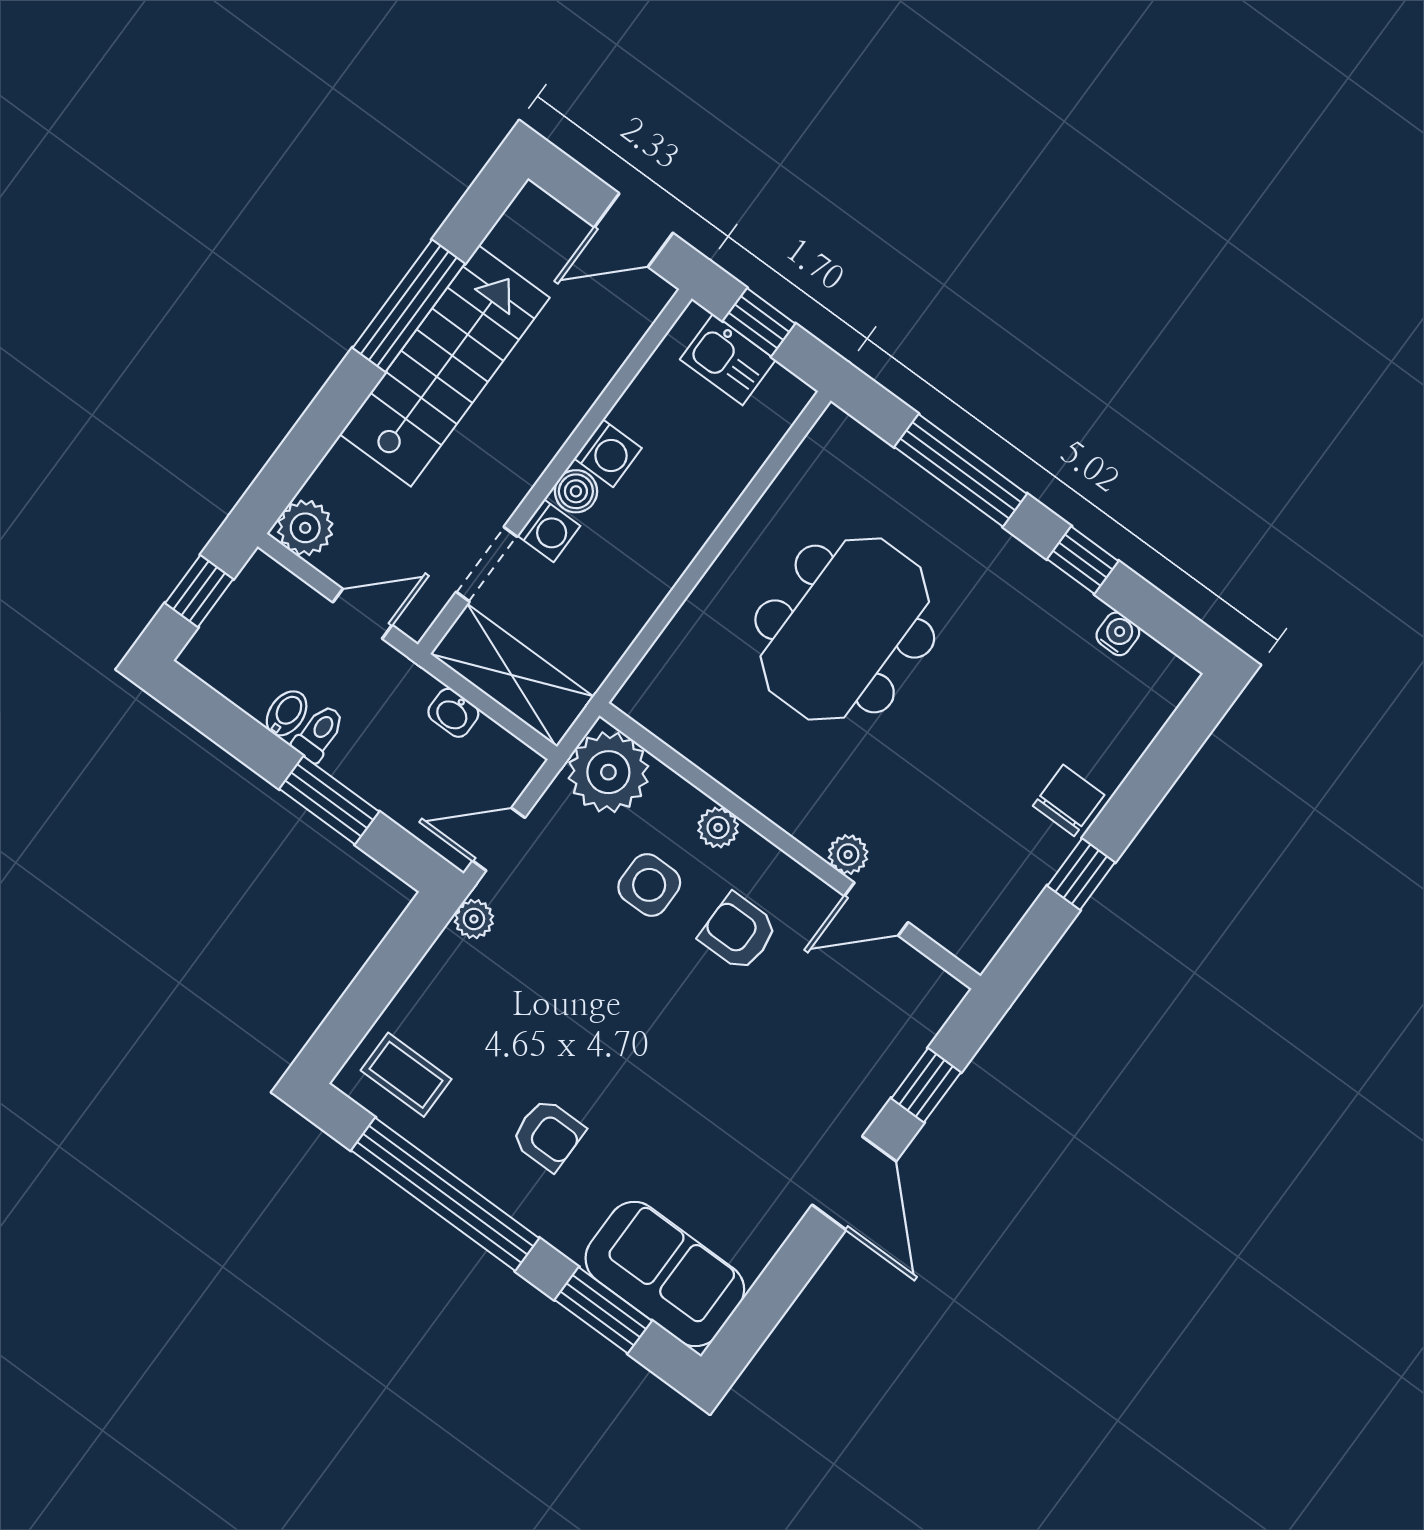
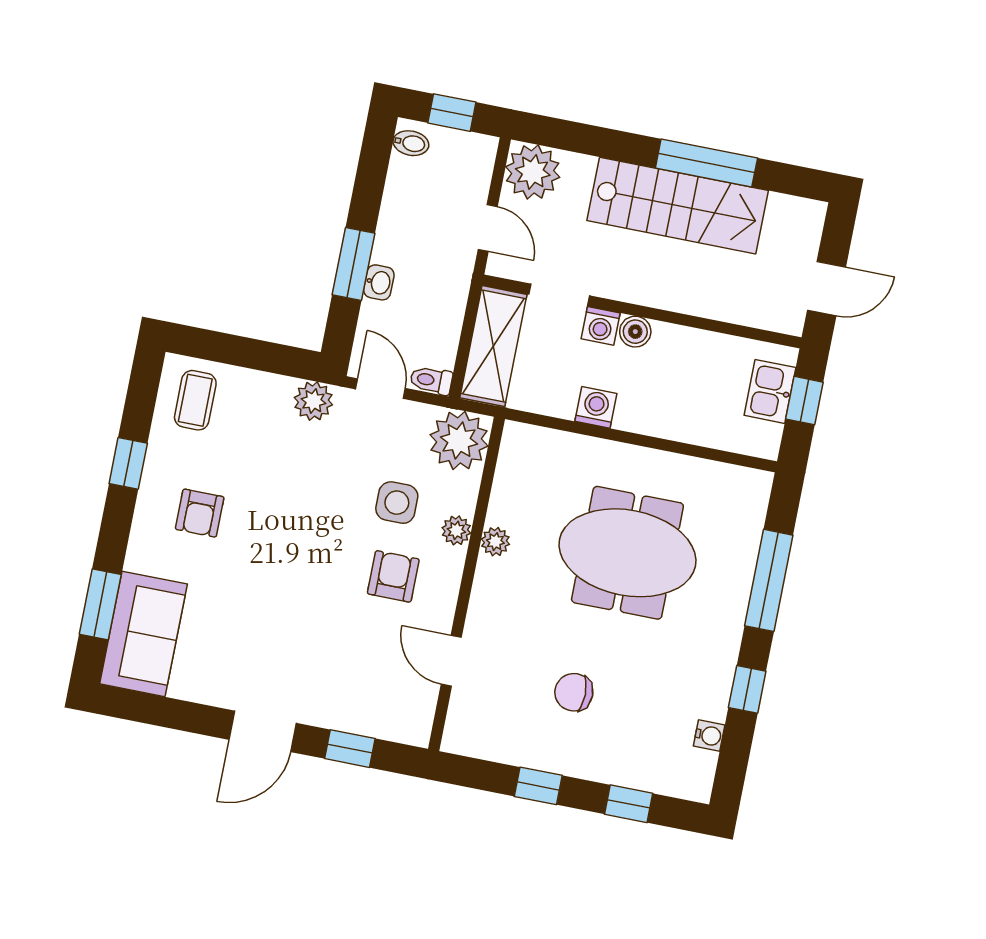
door: (634, 230) -> (827, 289), swing flipped
washing machine: (608, 453) -> (596, 407), moved, turned 180
plant: (305, 528) -> (533, 172), width x1.36, depth x1.36
bidet: (287, 713) -> (411, 143), moved
washbasin: (453, 713) -> (379, 282), moved, turned 180
toilet: (319, 733) -> (431, 380), moved, turned 180
window: (1156, 773) -> (629, 804), added
chair: (1069, 800) -> (574, 692), moved, turned 180
plant: (848, 855) -> (495, 542), moved
plant: (474, 919) -> (313, 401), width x1.38, depth x1.38
window: (445, 1194) -> (128, 463), width x0.32

